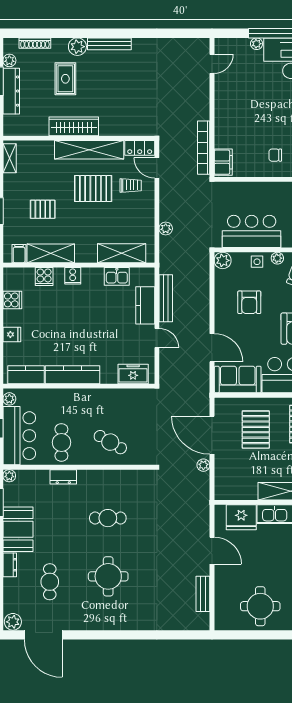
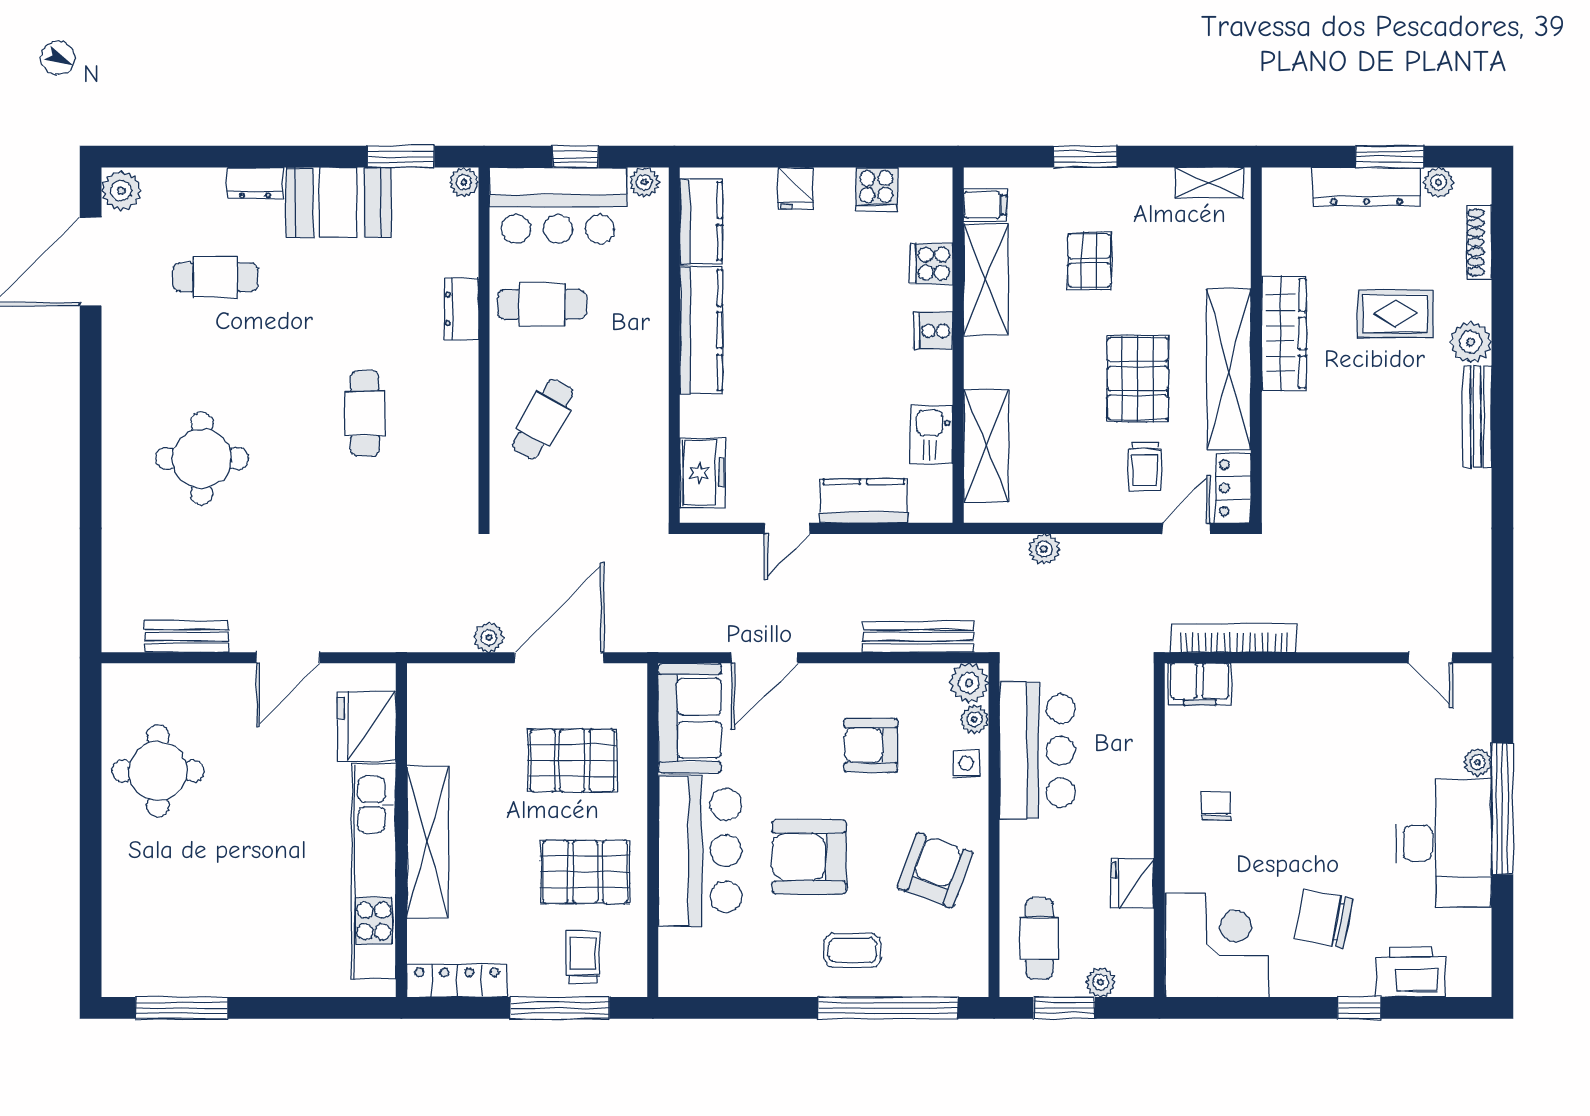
plant: (277, 258) -> (974, 719), moved
bench: (166, 298) -> (918, 637), moved
round table: (108, 576) -> (202, 459), moved

